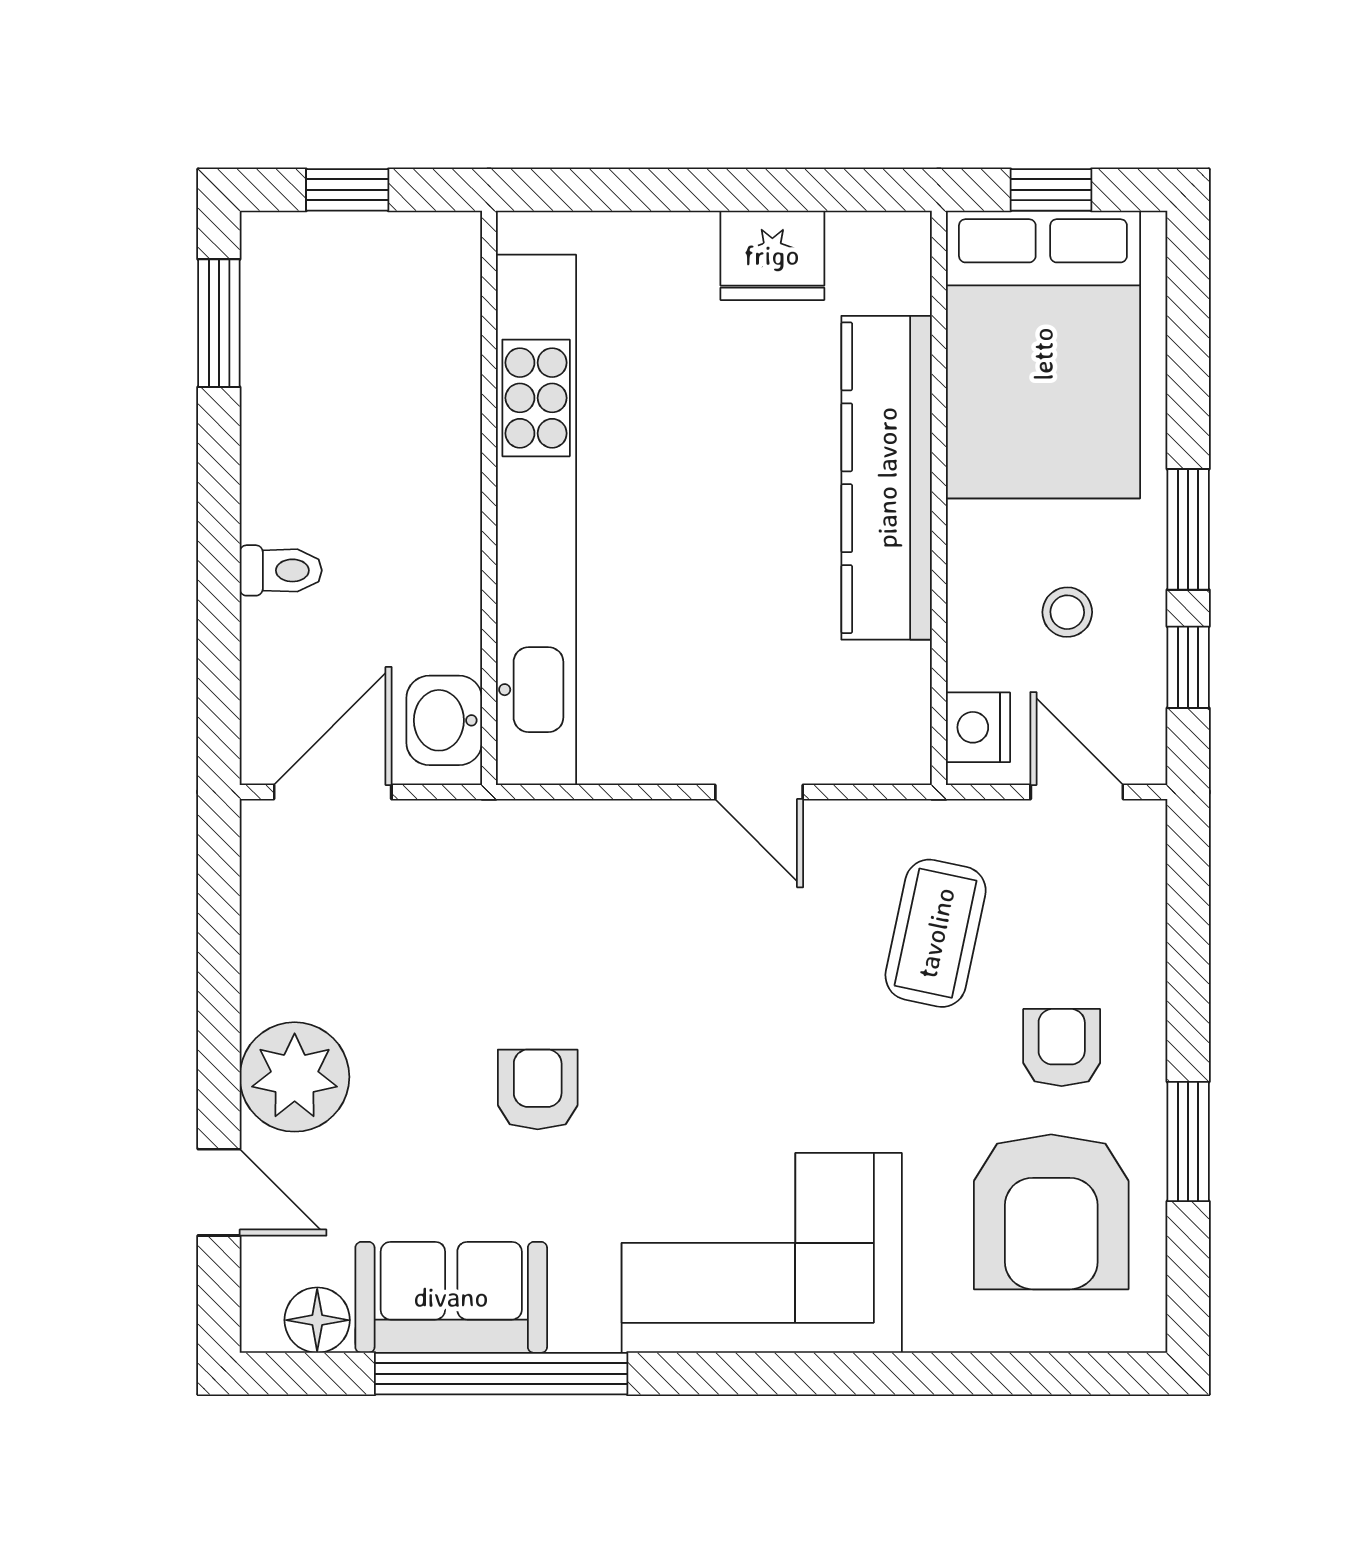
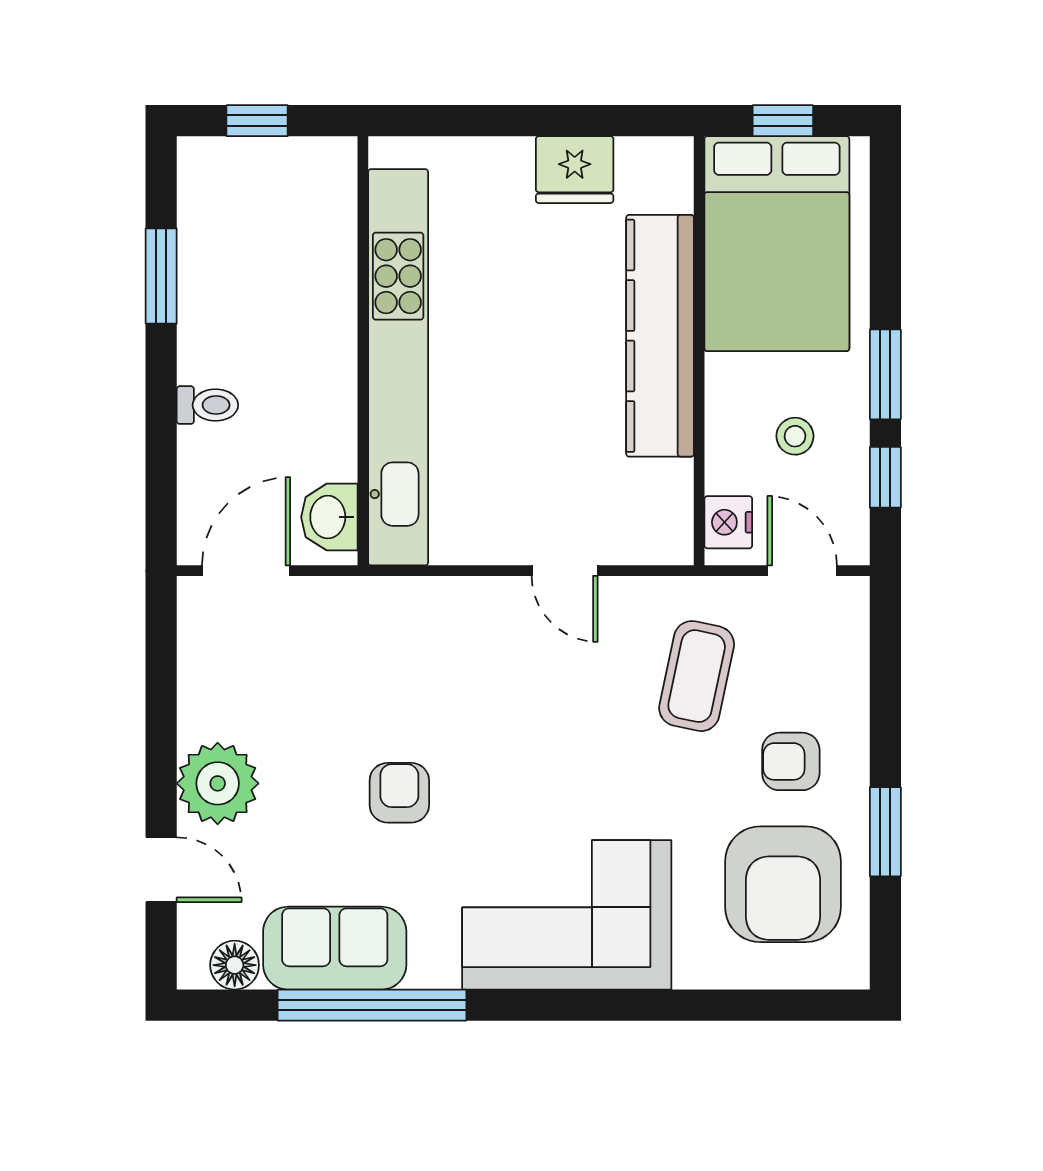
window: (219, 323) -> (161, 276), moved
armchair: (1062, 1048) -> (791, 761), turned -90

